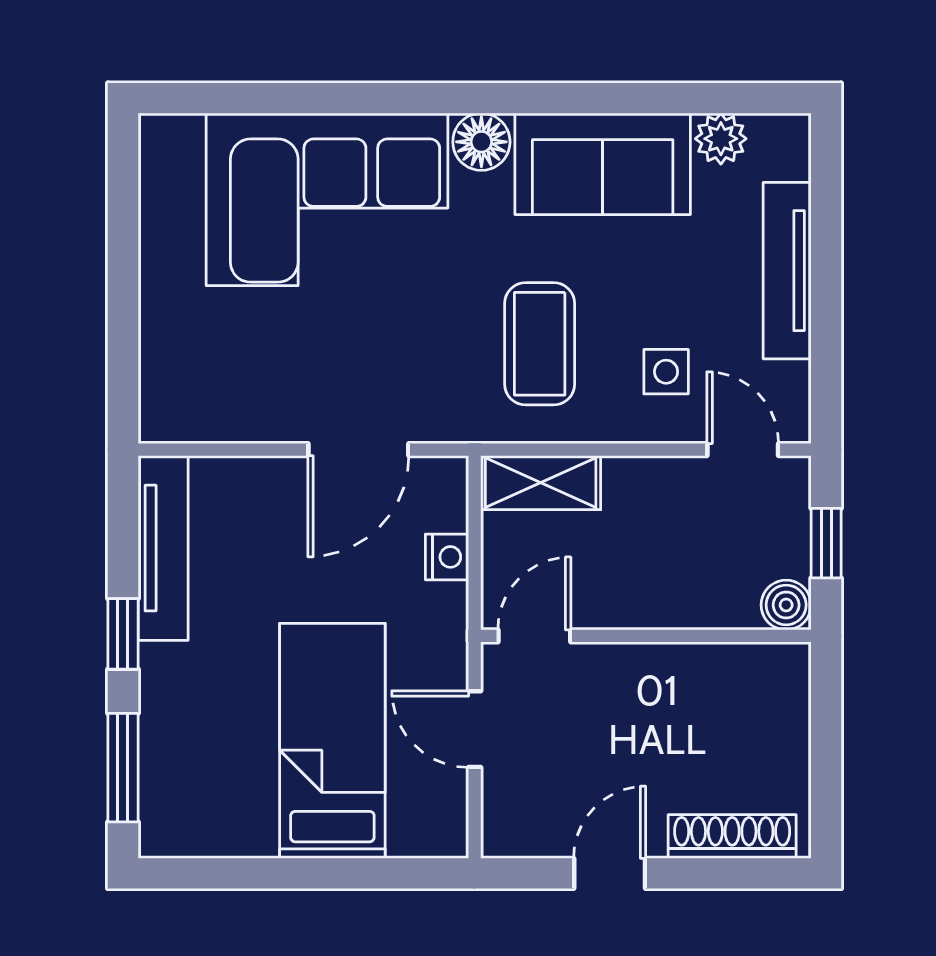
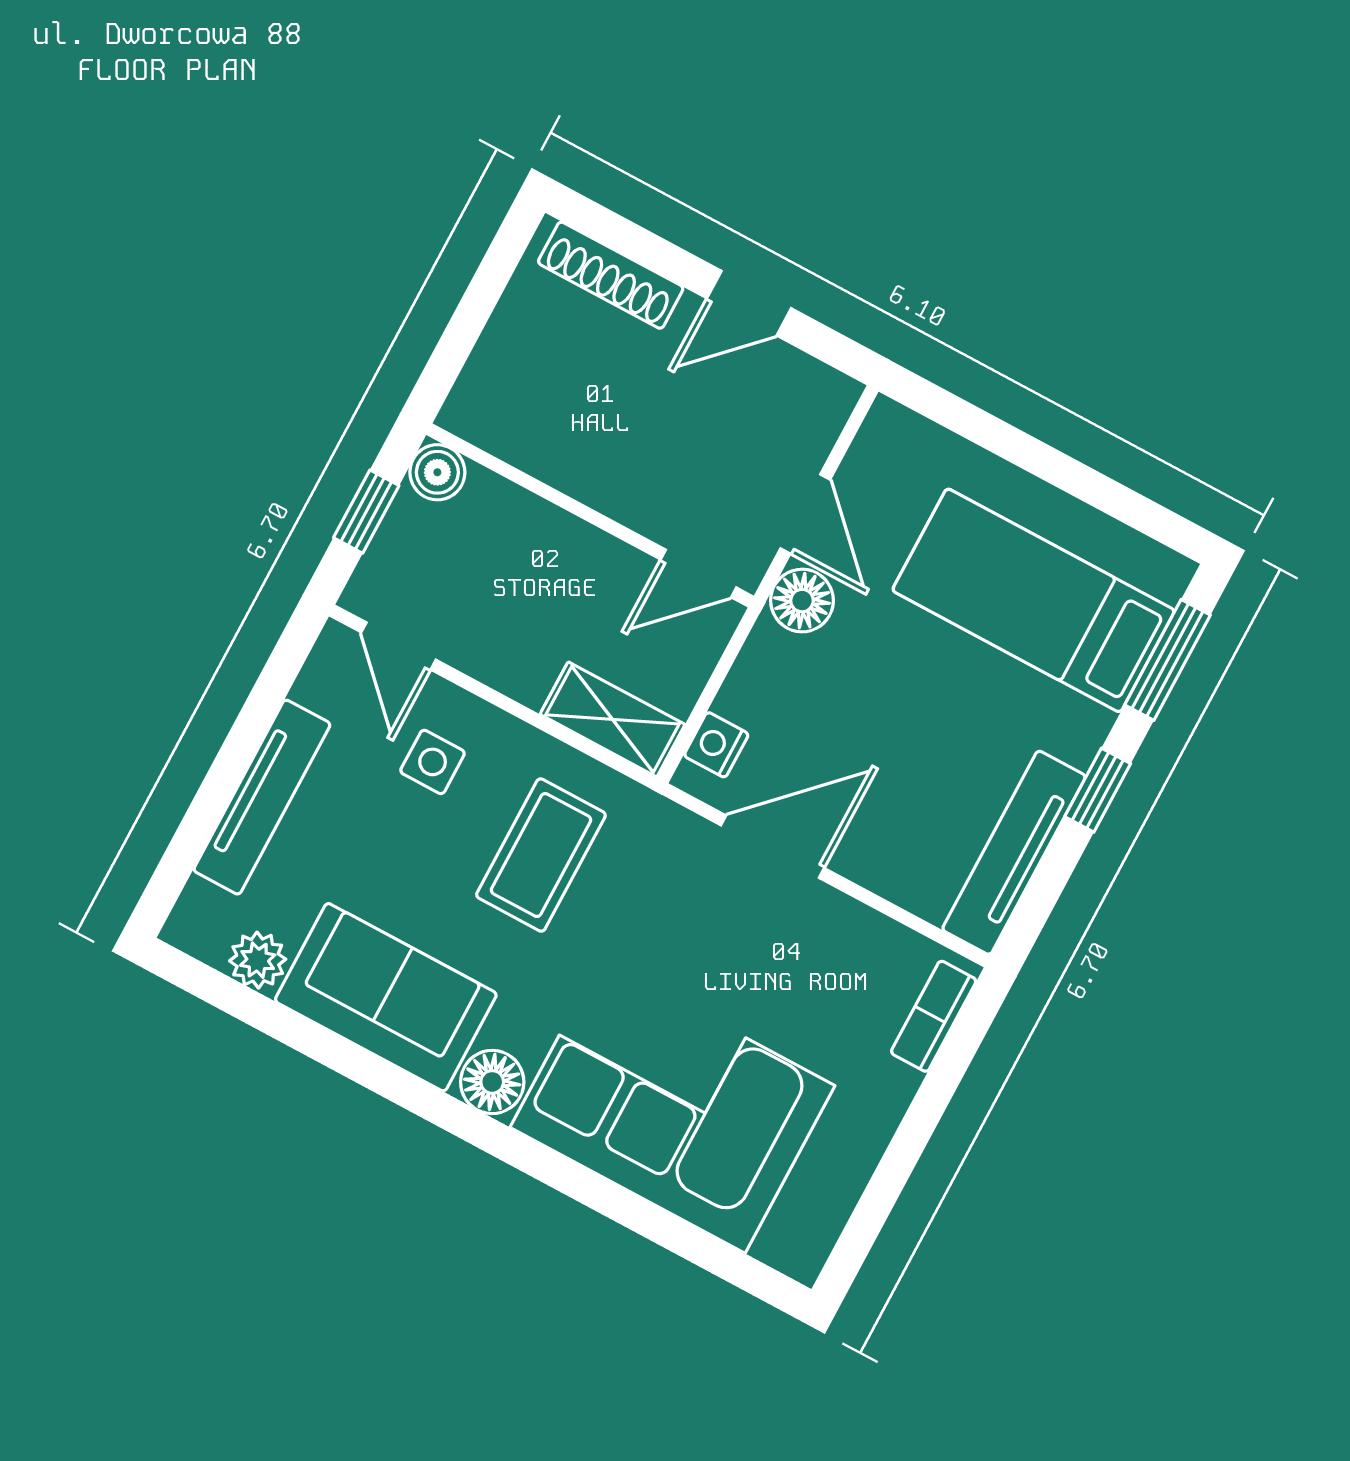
bookcase: (157, 383) -> (934, 1016), added
nightstand: (447, 557) -> (716, 745), moved
floor lamp: (440, 659) -> (802, 601), added
bed: (332, 741) -> (1033, 600), moved, turned 90

